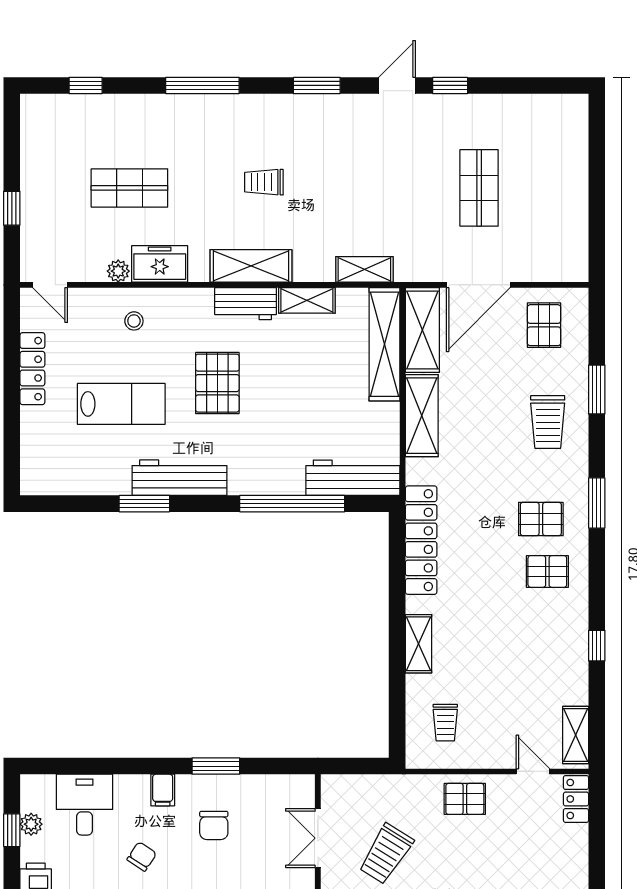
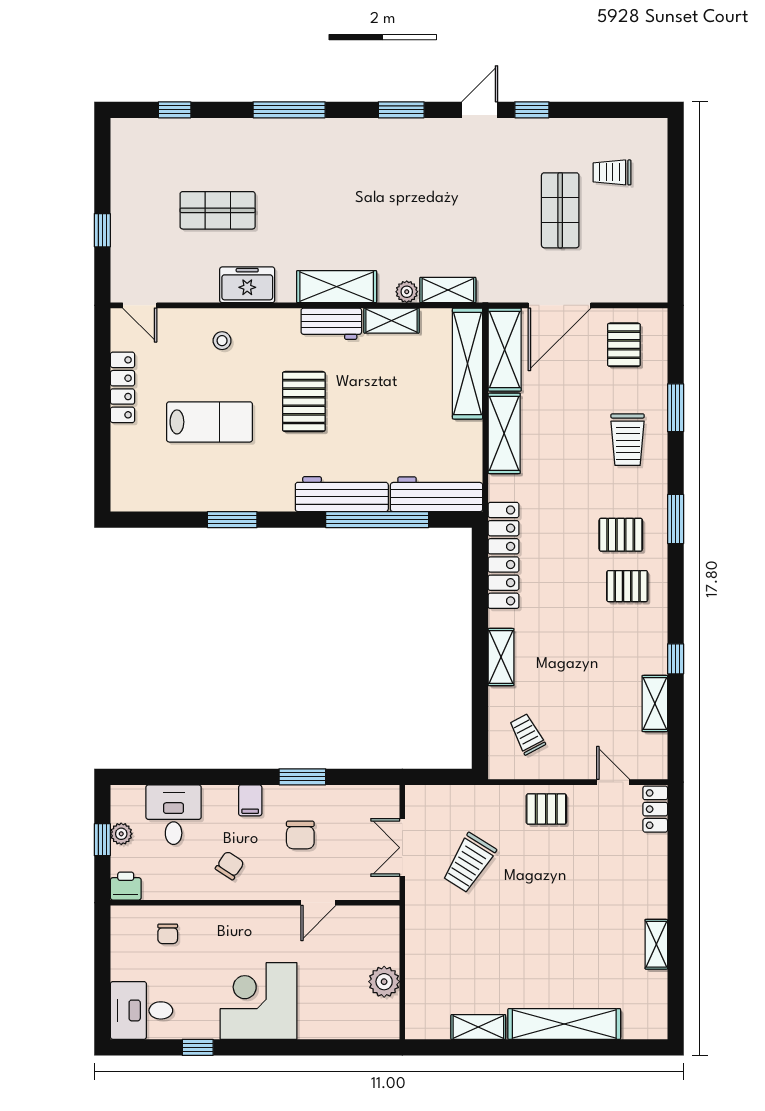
trolley: (264, 182) -> (612, 172), moved
plant: (118, 271) -> (407, 292), moved
workbench: (179, 478) -> (342, 494), moved
trolley: (445, 723) -> (527, 734), turned 152
shelving: (576, 735) -> (655, 703), moved

